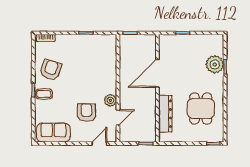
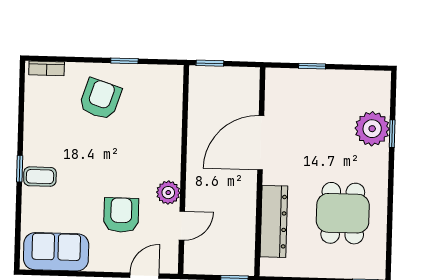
armchair: (51, 70) -> (100, 99), moved

